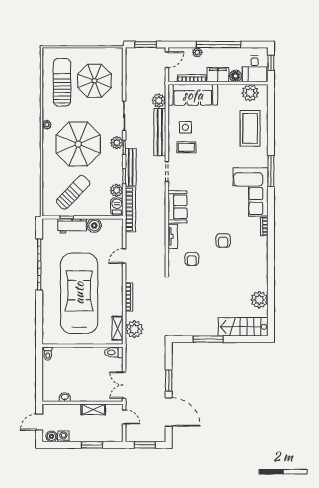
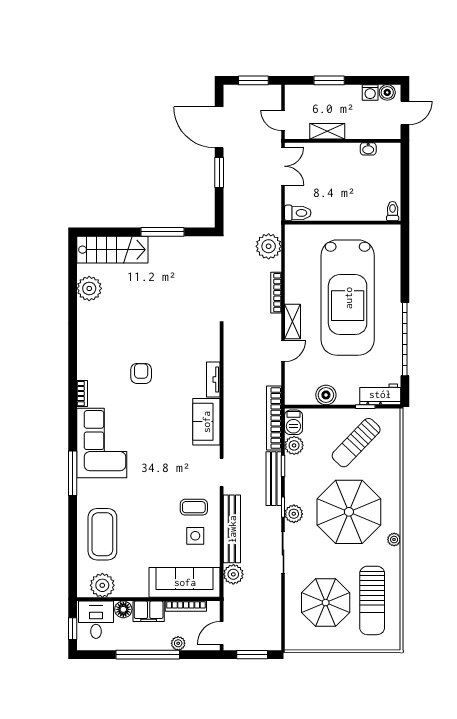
workbench: (72, 226) -> (380, 394), moved
armchair: (192, 259) -> (186, 347), removed
shelving: (118, 328) -> (293, 322), moved

